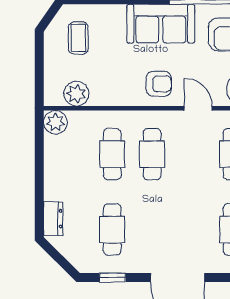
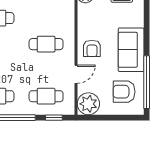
cafe table: (112, 154) -> (46, 18), removed

